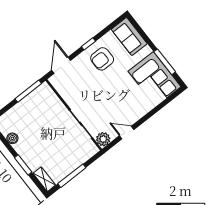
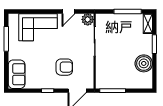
armchair: (102, 59) -> (64, 67), moved
corner sofa: (155, 79) -> (38, 27), moved, turned 90
door: (127, 133) -> (69, 11), hinge flipped
boiler: (12, 138) -> (144, 63), width x1.86, depth x1.86

